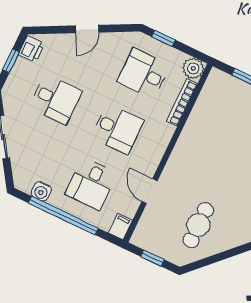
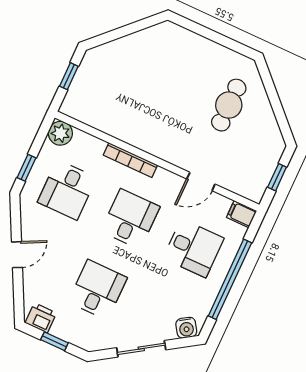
door: (87, 29) -> (17, 255), hinge flipped
bookcase: (182, 102) -> (130, 160), moved
water cooler: (41, 191) -> (186, 328), moved, turned 57
cafe table: (198, 225) -> (229, 105), moved, turned 90

